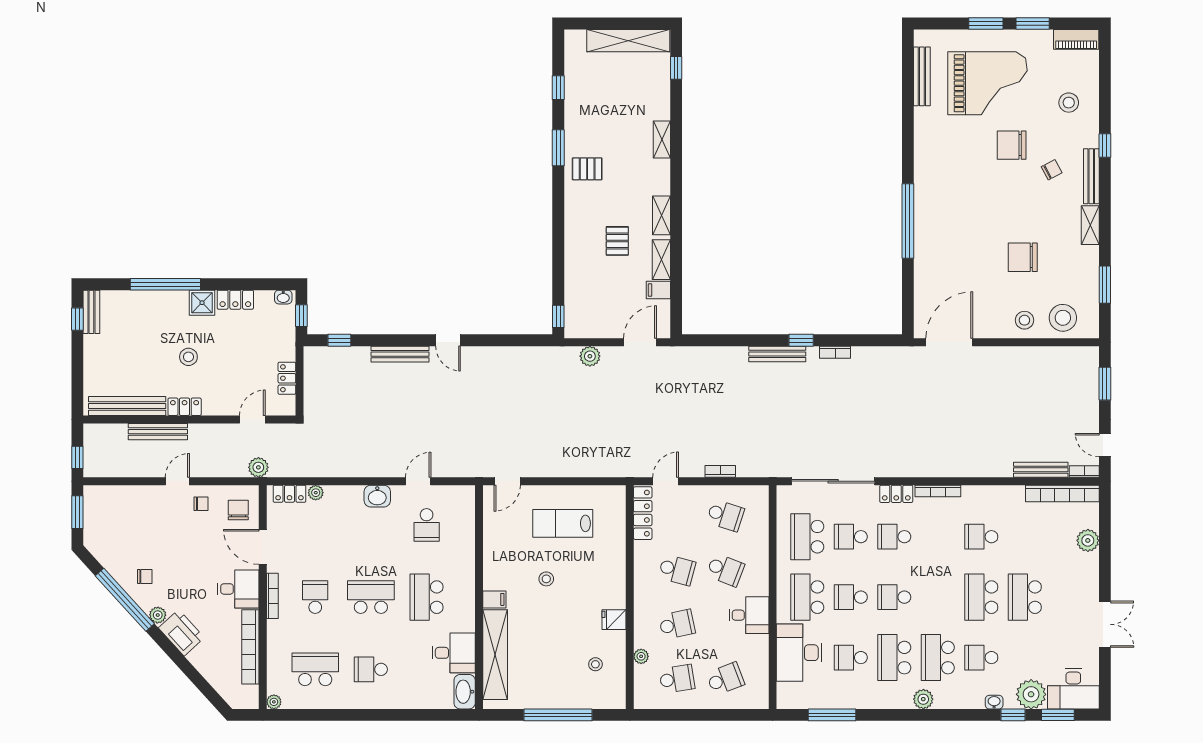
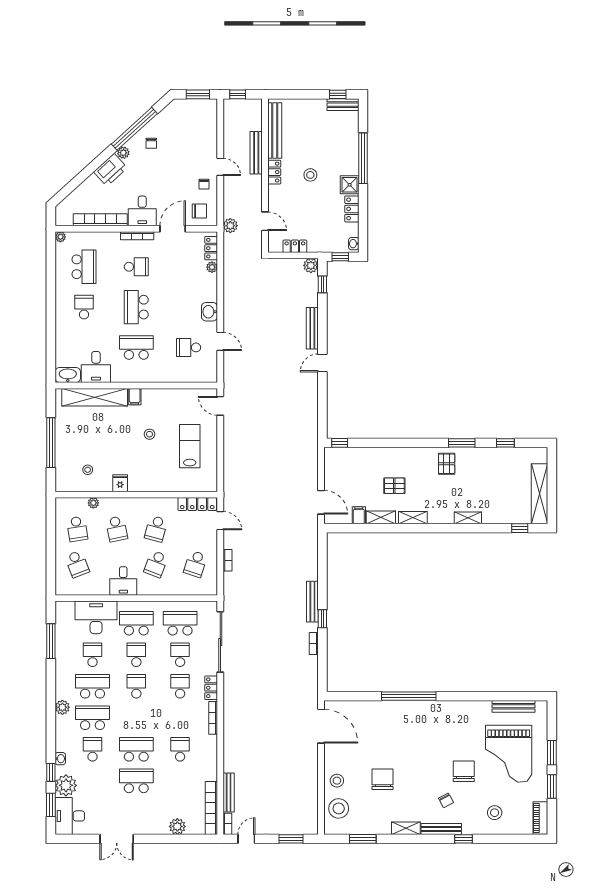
plant: (590, 356) -> (311, 265), moved
school desk: (371, 597) -> (136, 307), turned 180

